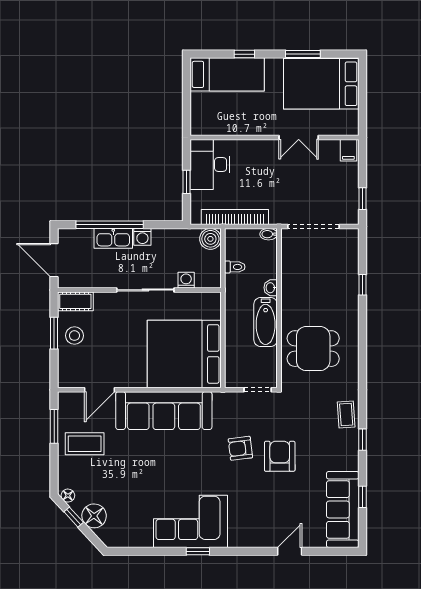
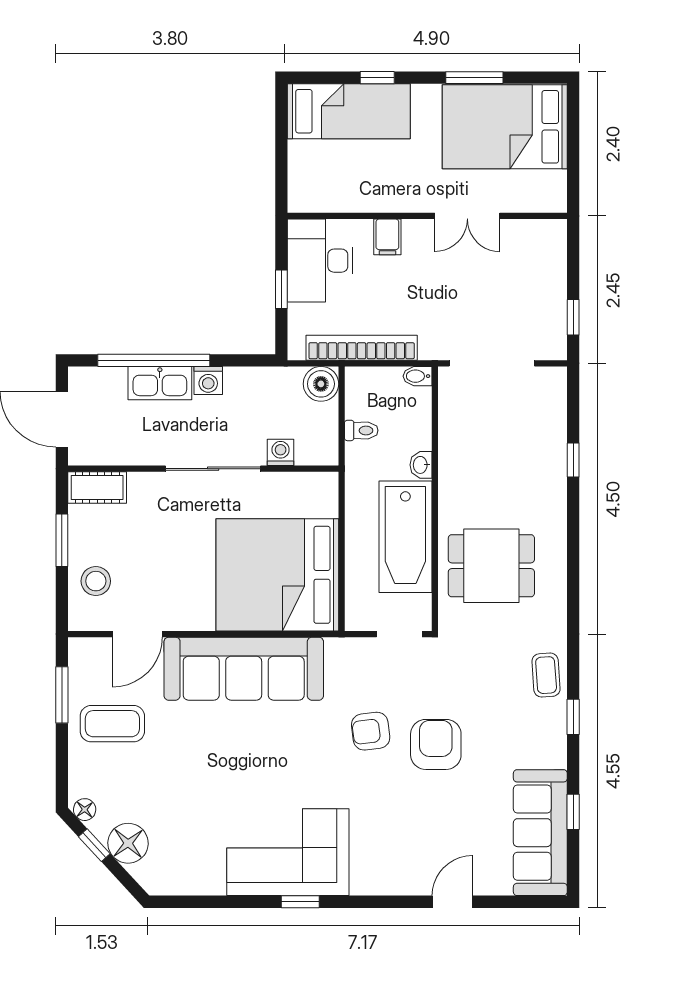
filing cabinet: (348, 150) -> (387, 237), moved
bathtub: (266, 322) -> (405, 537), width x1.36, depth x1.36
stool: (74, 336) -> (96, 581), moved

